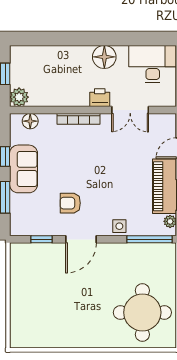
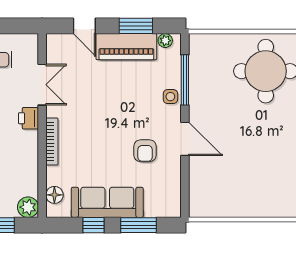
sofa: (24, 169) -> (107, 202), width x1.36
window: (42, 239) -> (185, 182), removed
window: (150, 239) -> (185, 80), moved

